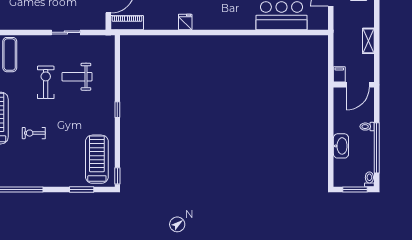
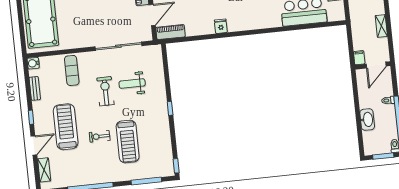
sliding door: (66, 32) -> (118, 46), width x1.86
treadmill: (97, 159) -> (128, 142), moved, turned 180
window: (82, 190) -> (146, 181), width x1.44

